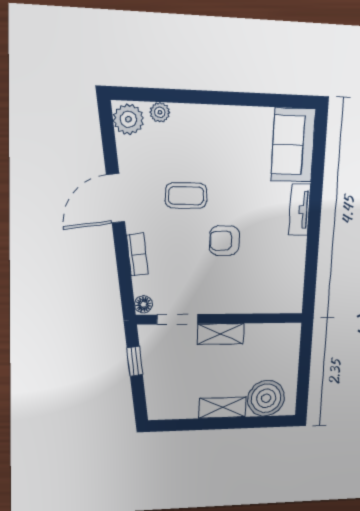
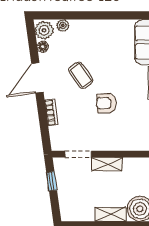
coffee table: (186, 196) -> (81, 75), turned 55
floor lamp: (143, 304) -> (43, 47), moved

